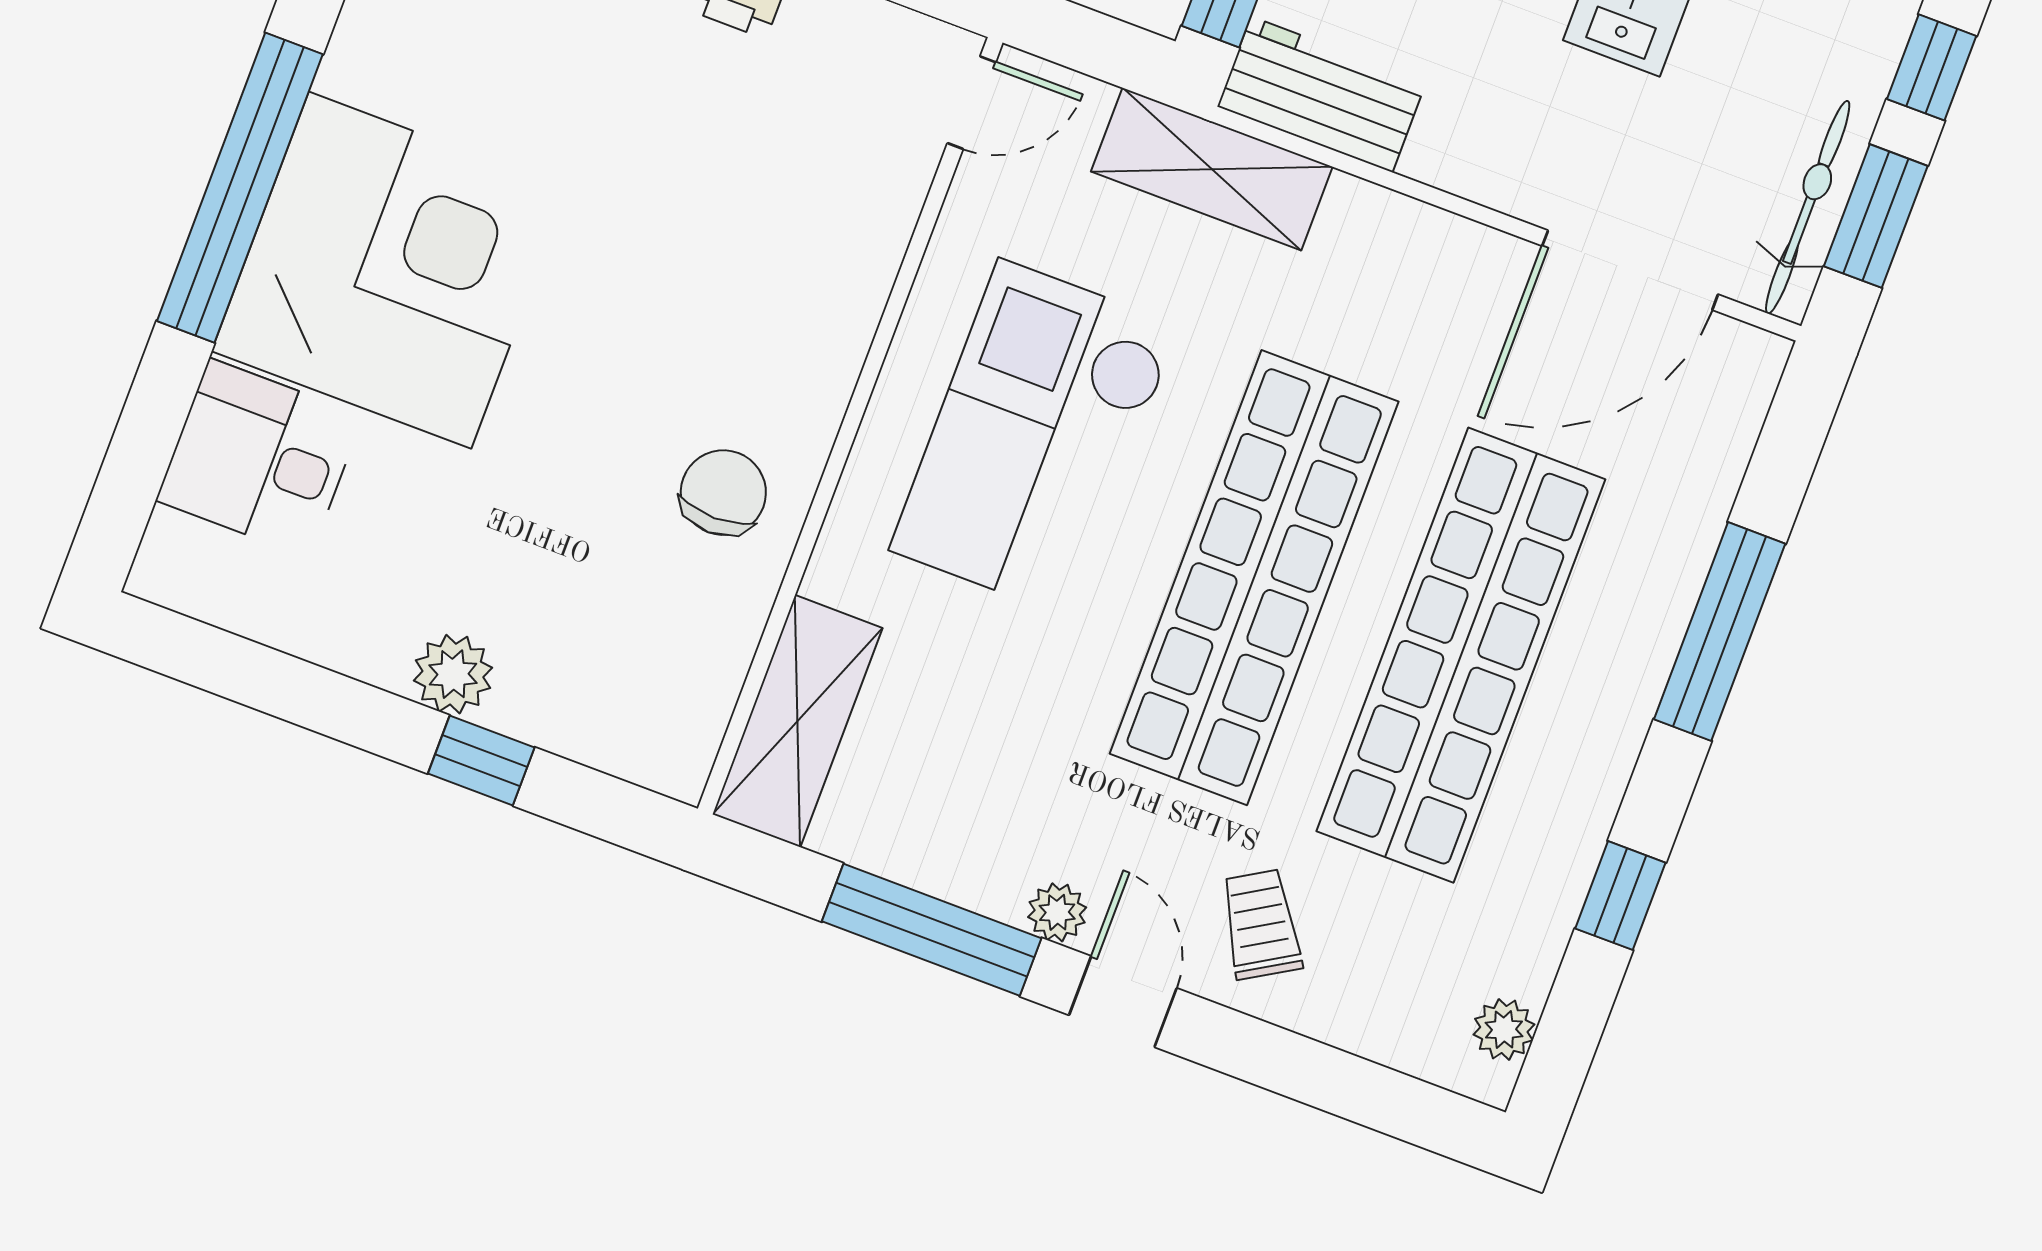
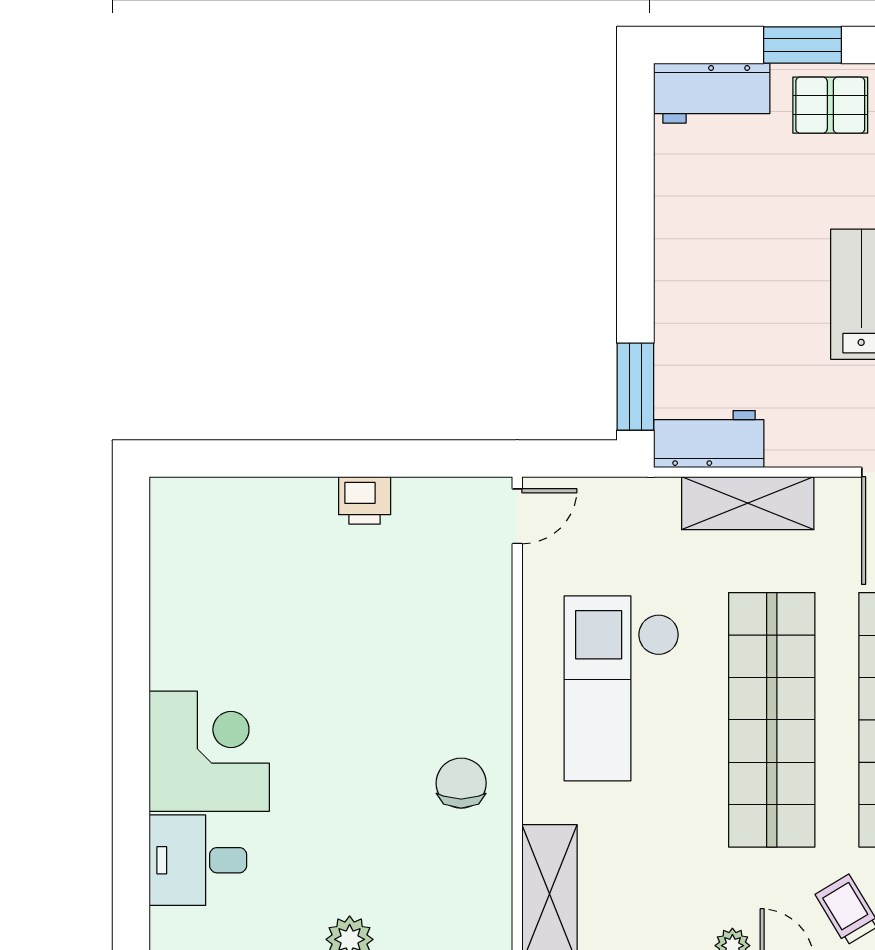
shelving: (1212, 169) -> (748, 503), moved
window: (240, 188) -> (131, 715), removed
corner desk: (390, 270) -> (209, 751), width x0.74, depth x0.74

